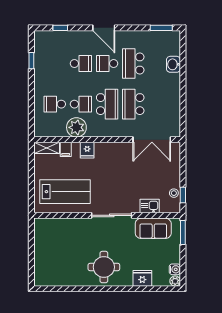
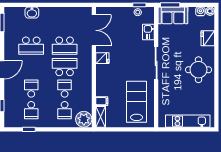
school desk: (107, 64) -> (31, 110), moved
plant: (76, 127) -> (84, 119), moved
fridge: (87, 150) -> (102, 58), moved
sofa: (153, 228) -> (173, 15), moved, turned 90
kitchen unit: (41, 254) -> (188, 121), added

